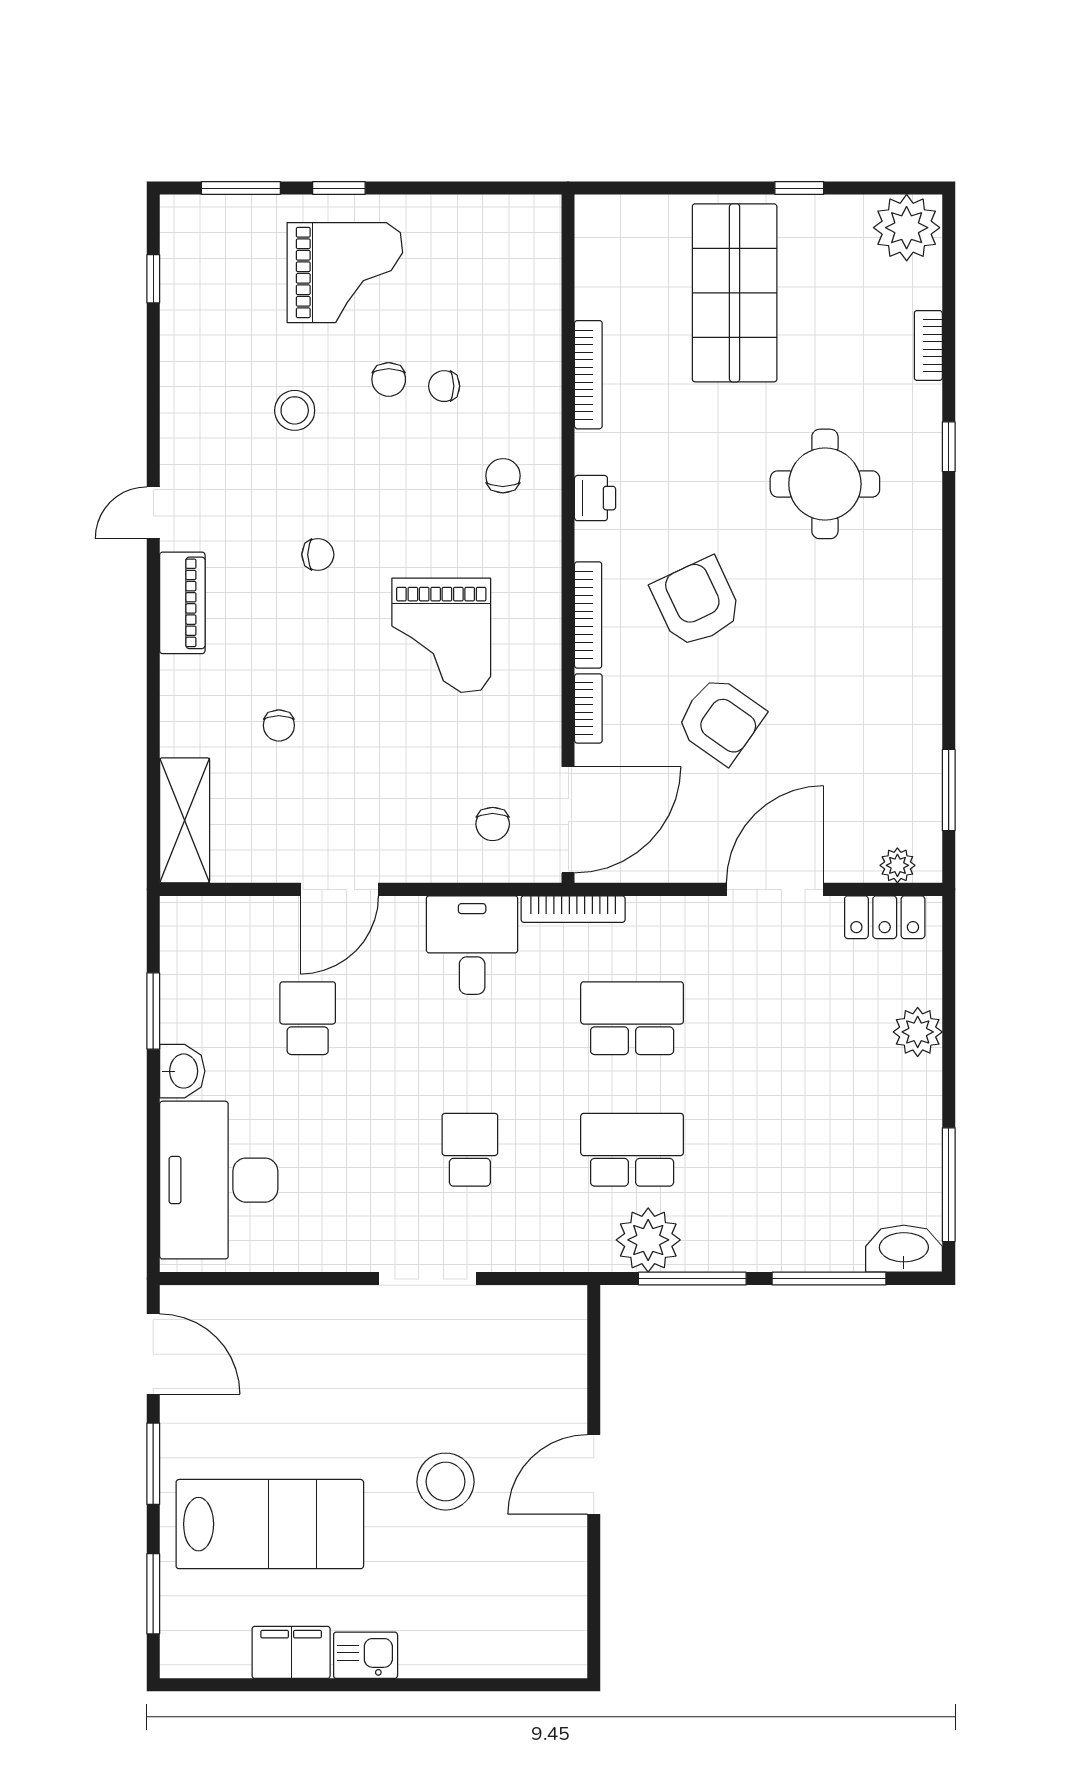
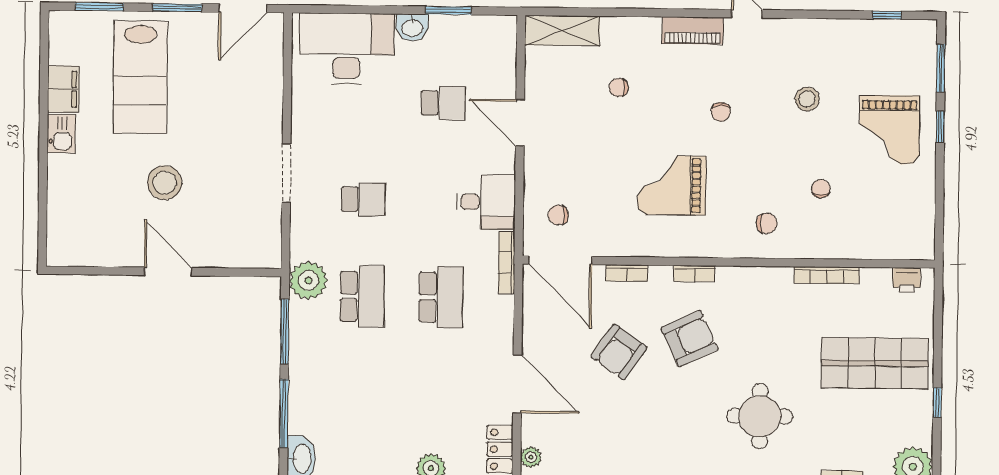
chair: (389, 379) -> (825, 155), removed
printer: (595, 498) -> (907, 280), moved
bookcase: (588, 615) -> (694, 274), width x0.64
plant: (648, 1240) -> (308, 280), moved

